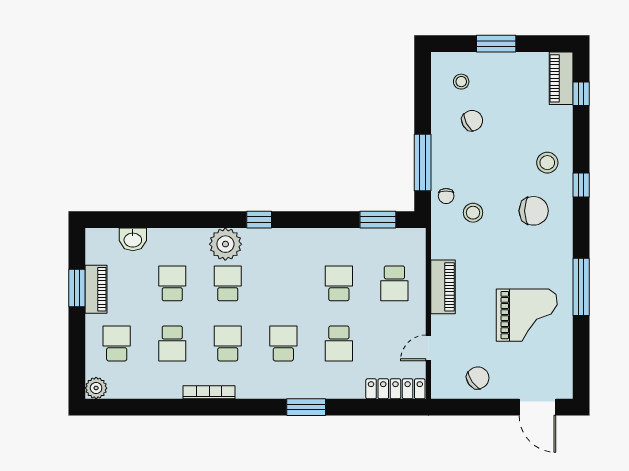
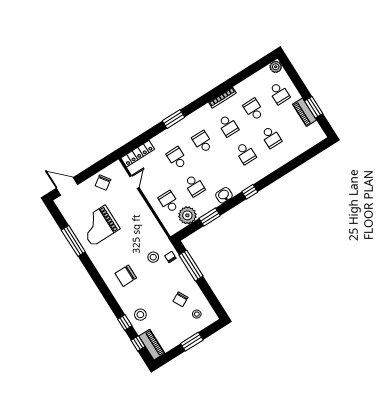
stool: (547, 163) -> (140, 315), moved
window: (581, 185) -> (125, 323), moved
window: (378, 220) -> (210, 217), moved
washbasin: (133, 239) -> (224, 195), moved
plant: (225, 244) -> (187, 215), moved
piano: (443, 287) -> (145, 214), removed
window: (581, 287) -> (73, 241), moved
school desk: (283, 343) -> (202, 142), turned 180

